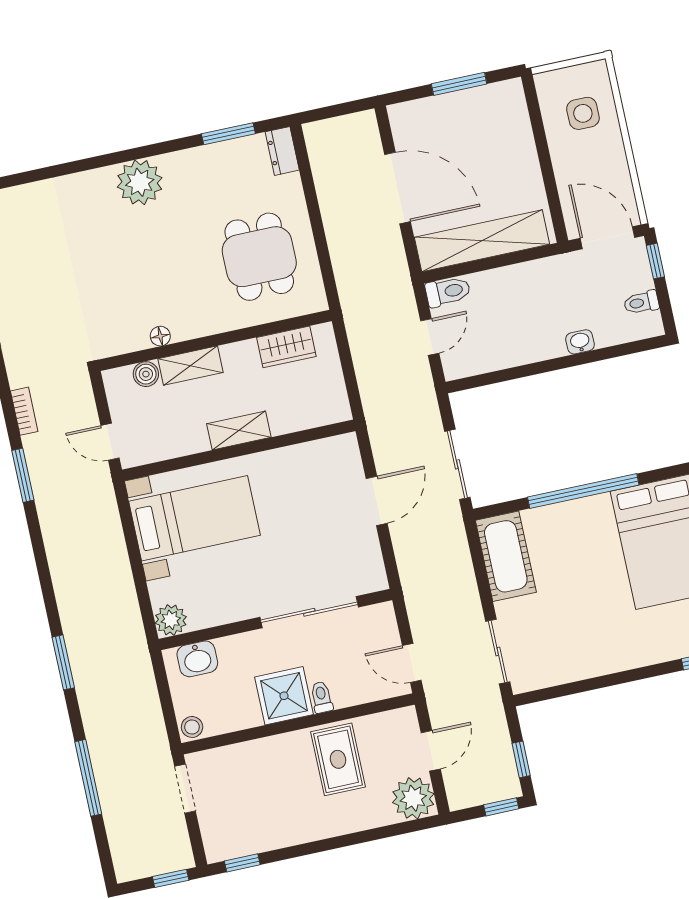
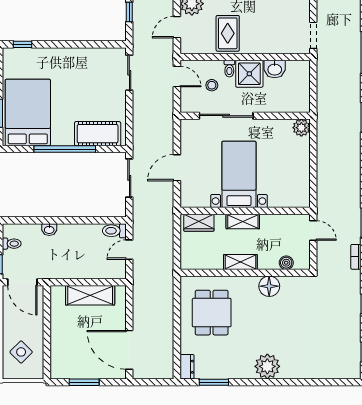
side table: (583, 113) -> (21, 352), turned 45
door: (398, 188) -> (129, 350), moved
shelving: (482, 241) -> (90, 295), width x0.68
toilet: (448, 292) -> (114, 231), moved
floor lamp: (160, 336) -> (269, 286), width x1.89, depth x1.89
wardrobe: (286, 347) -> (199, 223), moved, turned 180
shelving: (190, 366) -> (240, 262), moved
bed with nightstands: (195, 518) -> (239, 174), moved, turned 90
cot: (506, 556) -> (98, 134), moved, turned 90
washbasin: (197, 659) -> (275, 69), moved, turned 180
stool: (192, 727) -> (212, 85), moved

